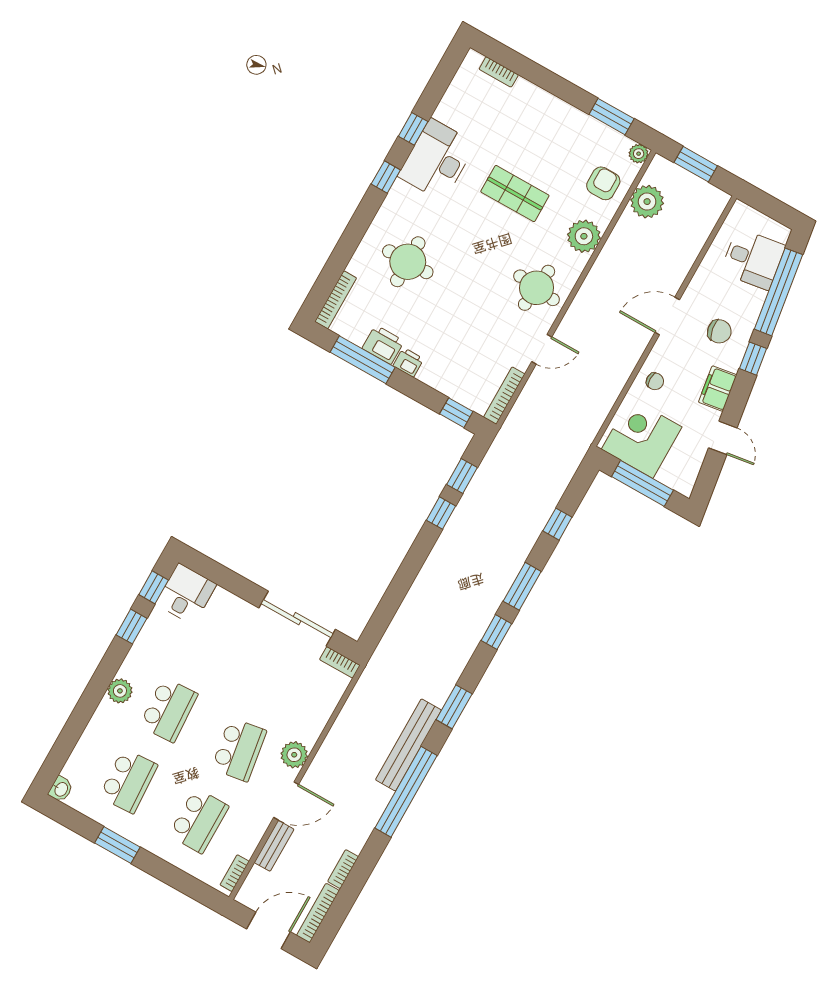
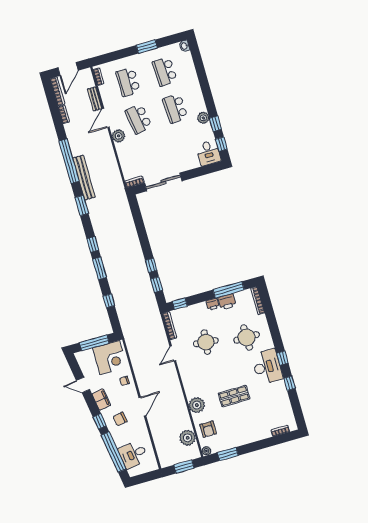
desk: (437, 160) -> (267, 367), moved
round table: (537, 288) -> (206, 342), moved
plant: (120, 691) -> (203, 118), moved

